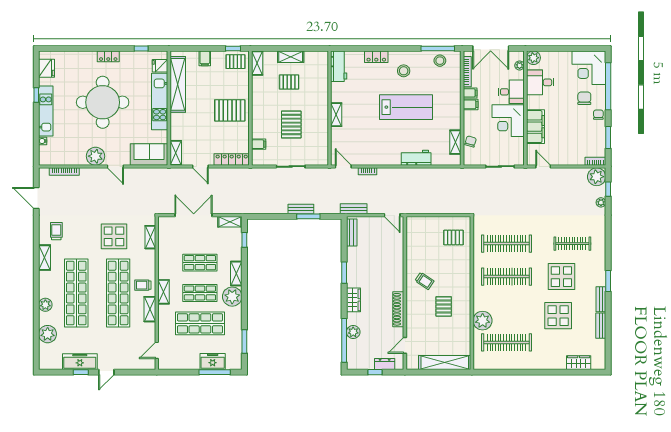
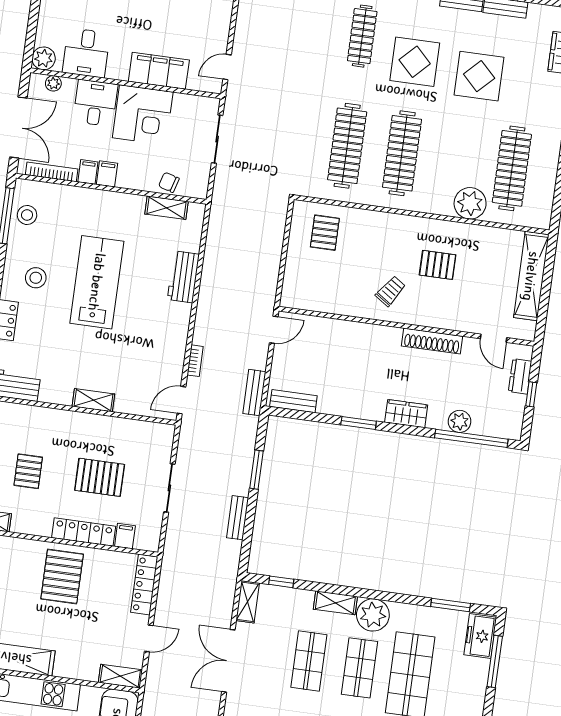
locker: (258, 120) -> (84, 532), added
bench: (301, 209) -> (238, 518), moved
freezer: (213, 362) -> (480, 636), moved

